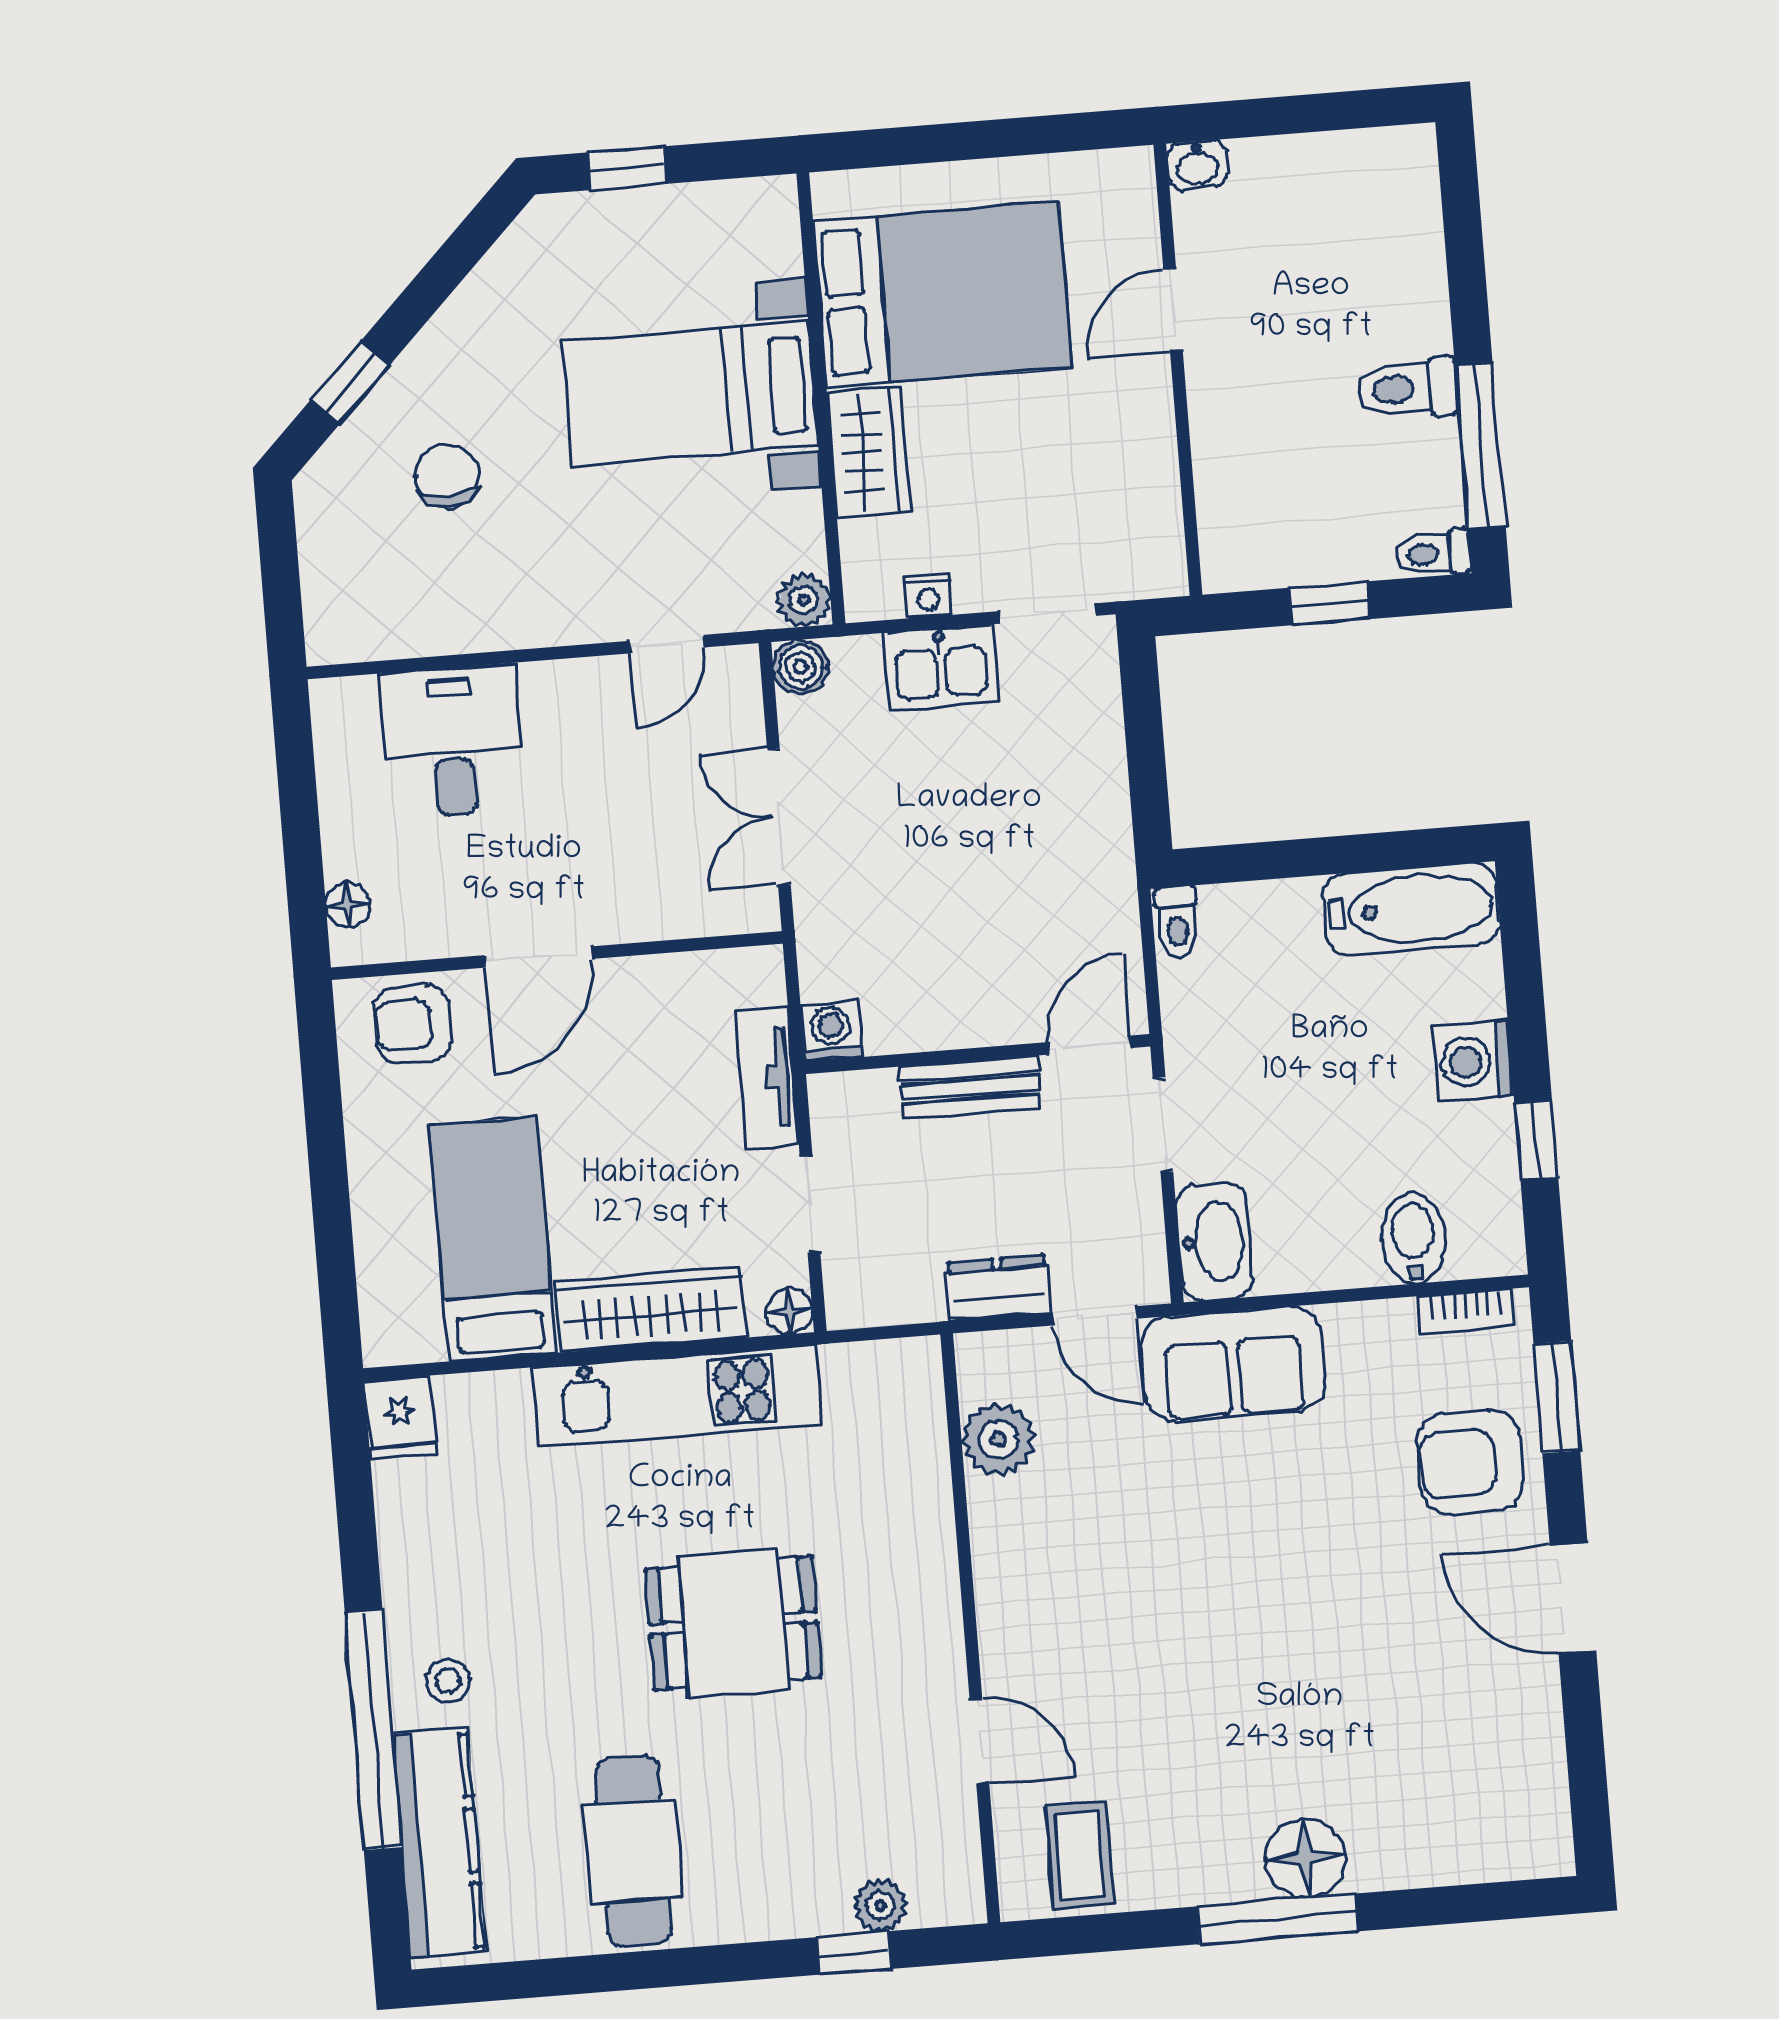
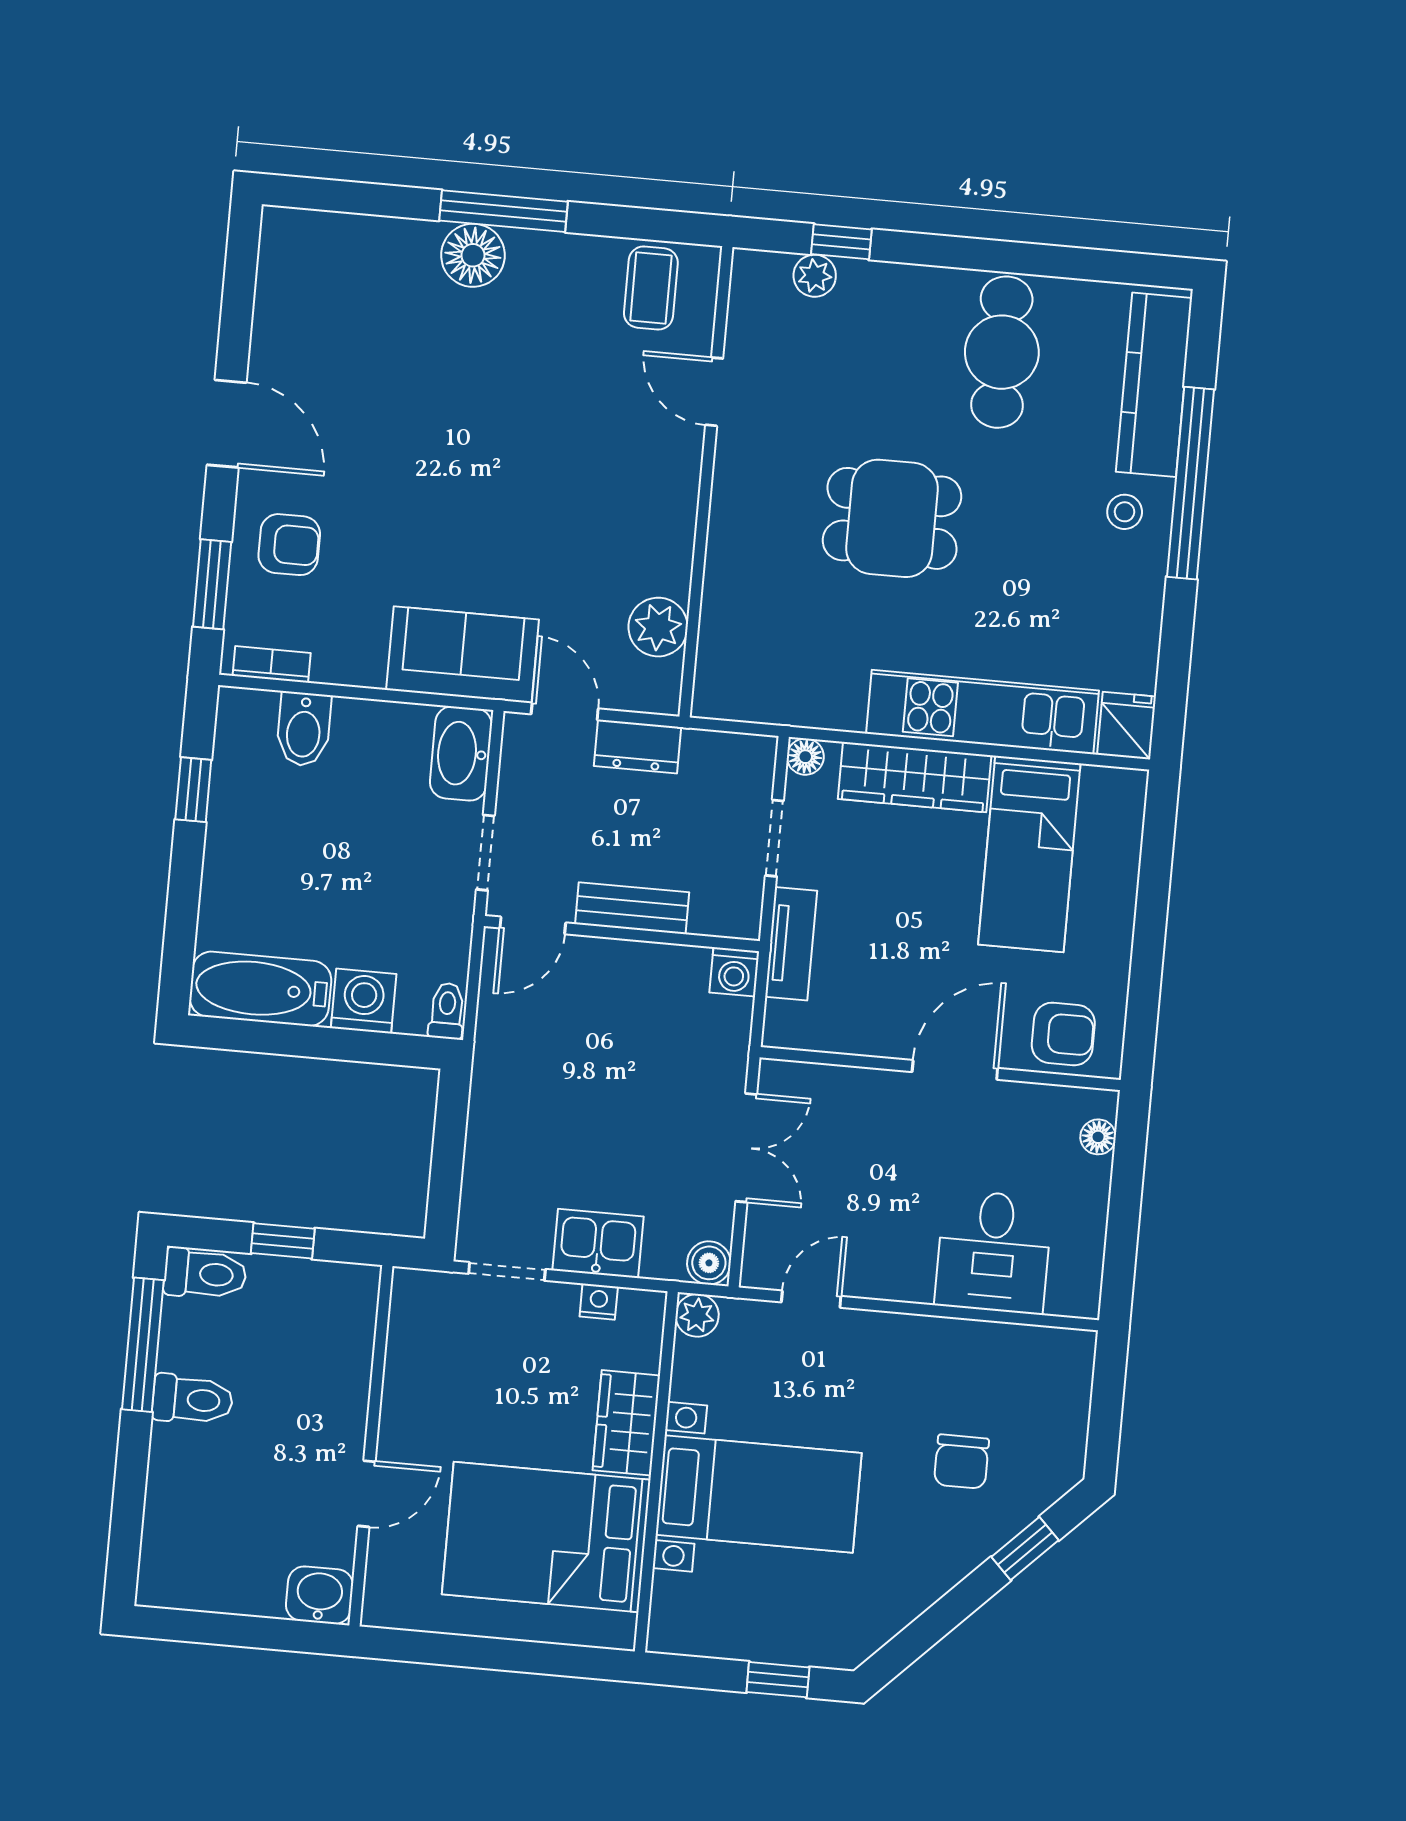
washbasin: (1197, 165) -> (320, 1595), width x1.38, depth x1.45
toilet: (1433, 554) -> (205, 1274), width x1.37, depth x1.39
washing machine: (1473, 1061) -> (364, 1001), moved, turned -90
kitchen unit: (677, 1396) -> (983, 712), moved
armchair: (1470, 1462) -> (289, 545), width x0.72, depth x0.72

